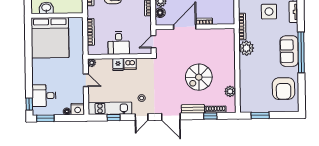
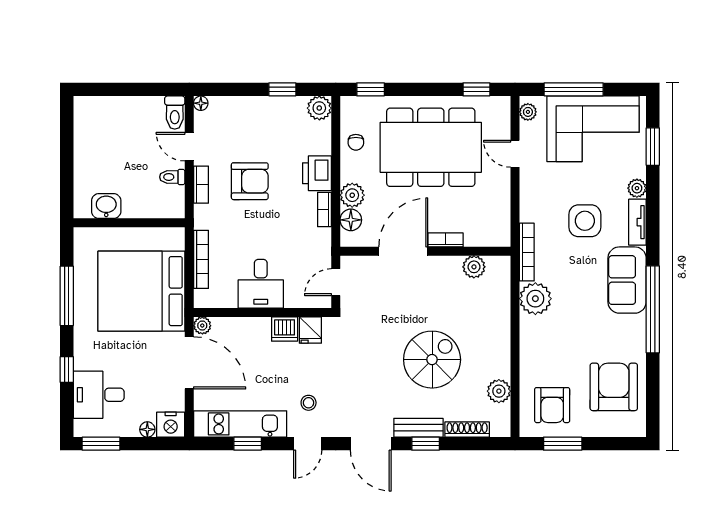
plant: (218, 34) -> (474, 267), added
bed: (50, 38) -> (141, 291), moved, turned 90
window: (28, 50) -> (67, 296), added
sofa: (289, 51) -> (627, 280), moved
fridge: (118, 64) -> (310, 330), moved
spiral stairs: (199, 77) -> (432, 360), turned 180
door: (86, 80) -> (189, 363), width x1.88
armchair: (284, 89) -> (614, 387), turned 180
armchair: (255, 97) -> (552, 405), added
window: (29, 104) -> (67, 369), moved
window: (210, 116) -> (426, 444), moved

